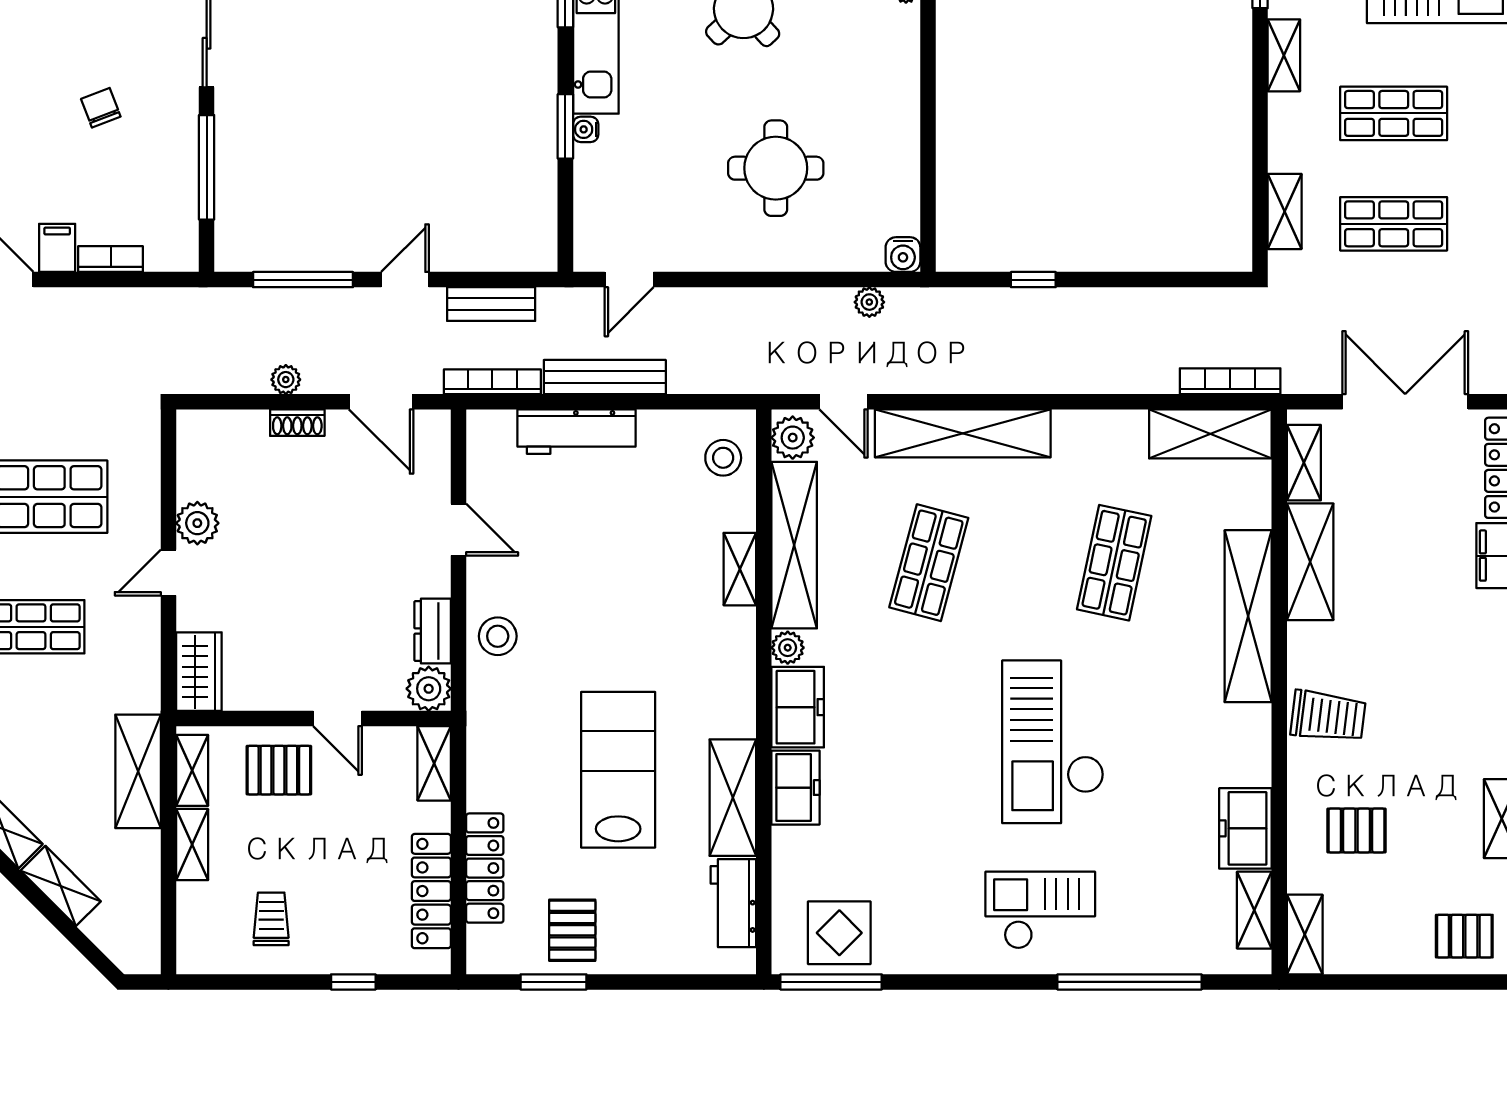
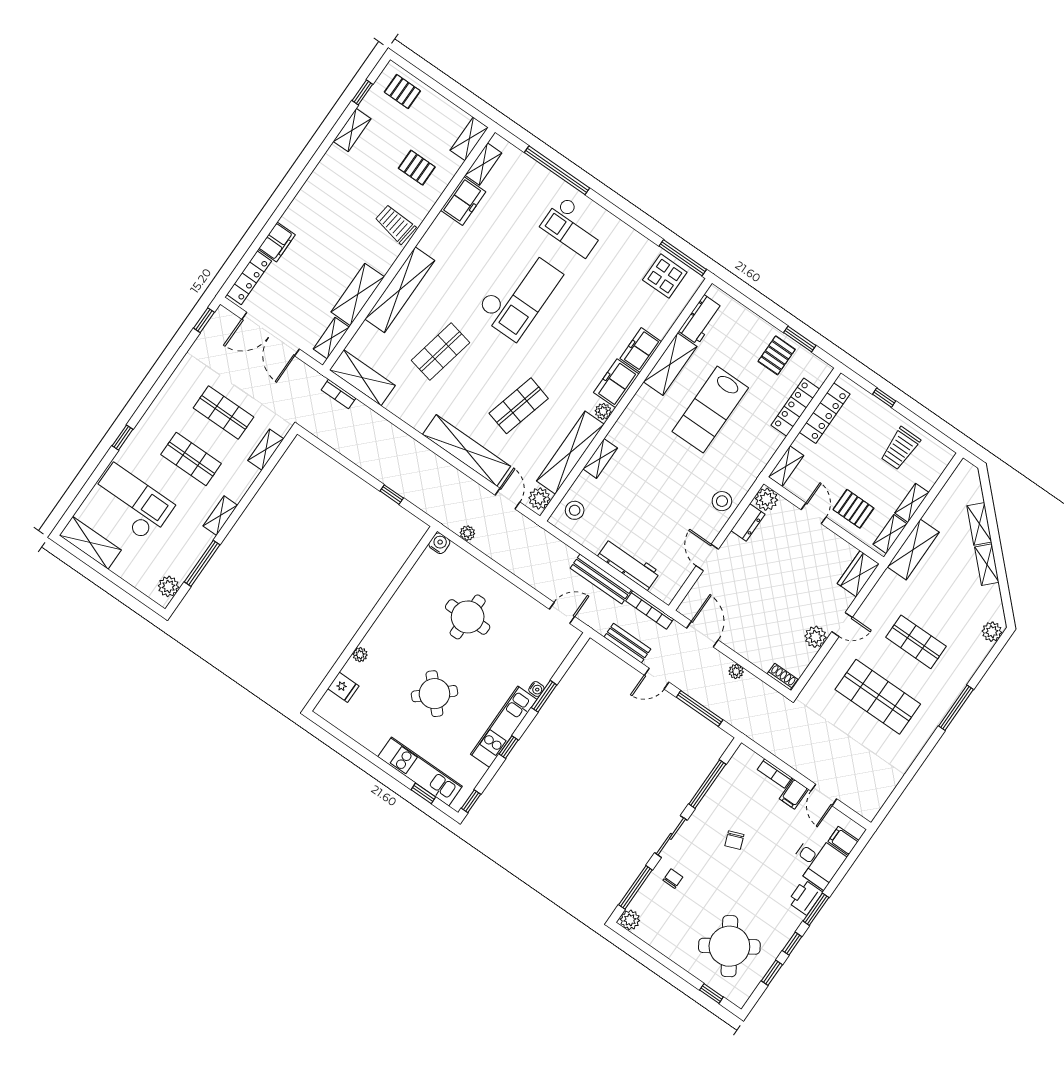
bookcase: (1230, 381) -> (338, 394), width x0.64
shoe rack: (297, 423) -> (782, 677), moved
trolley: (271, 919) -> (900, 448), width x1.36, depth x1.39

